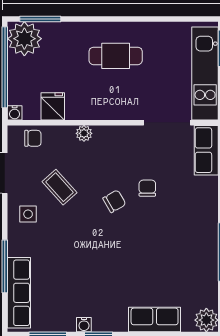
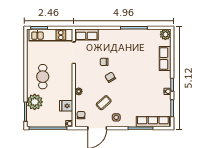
plant: (24, 39) -> (35, 102), moved

